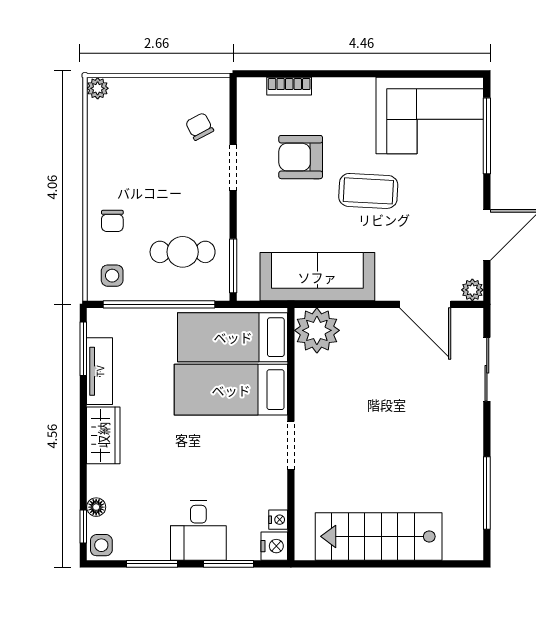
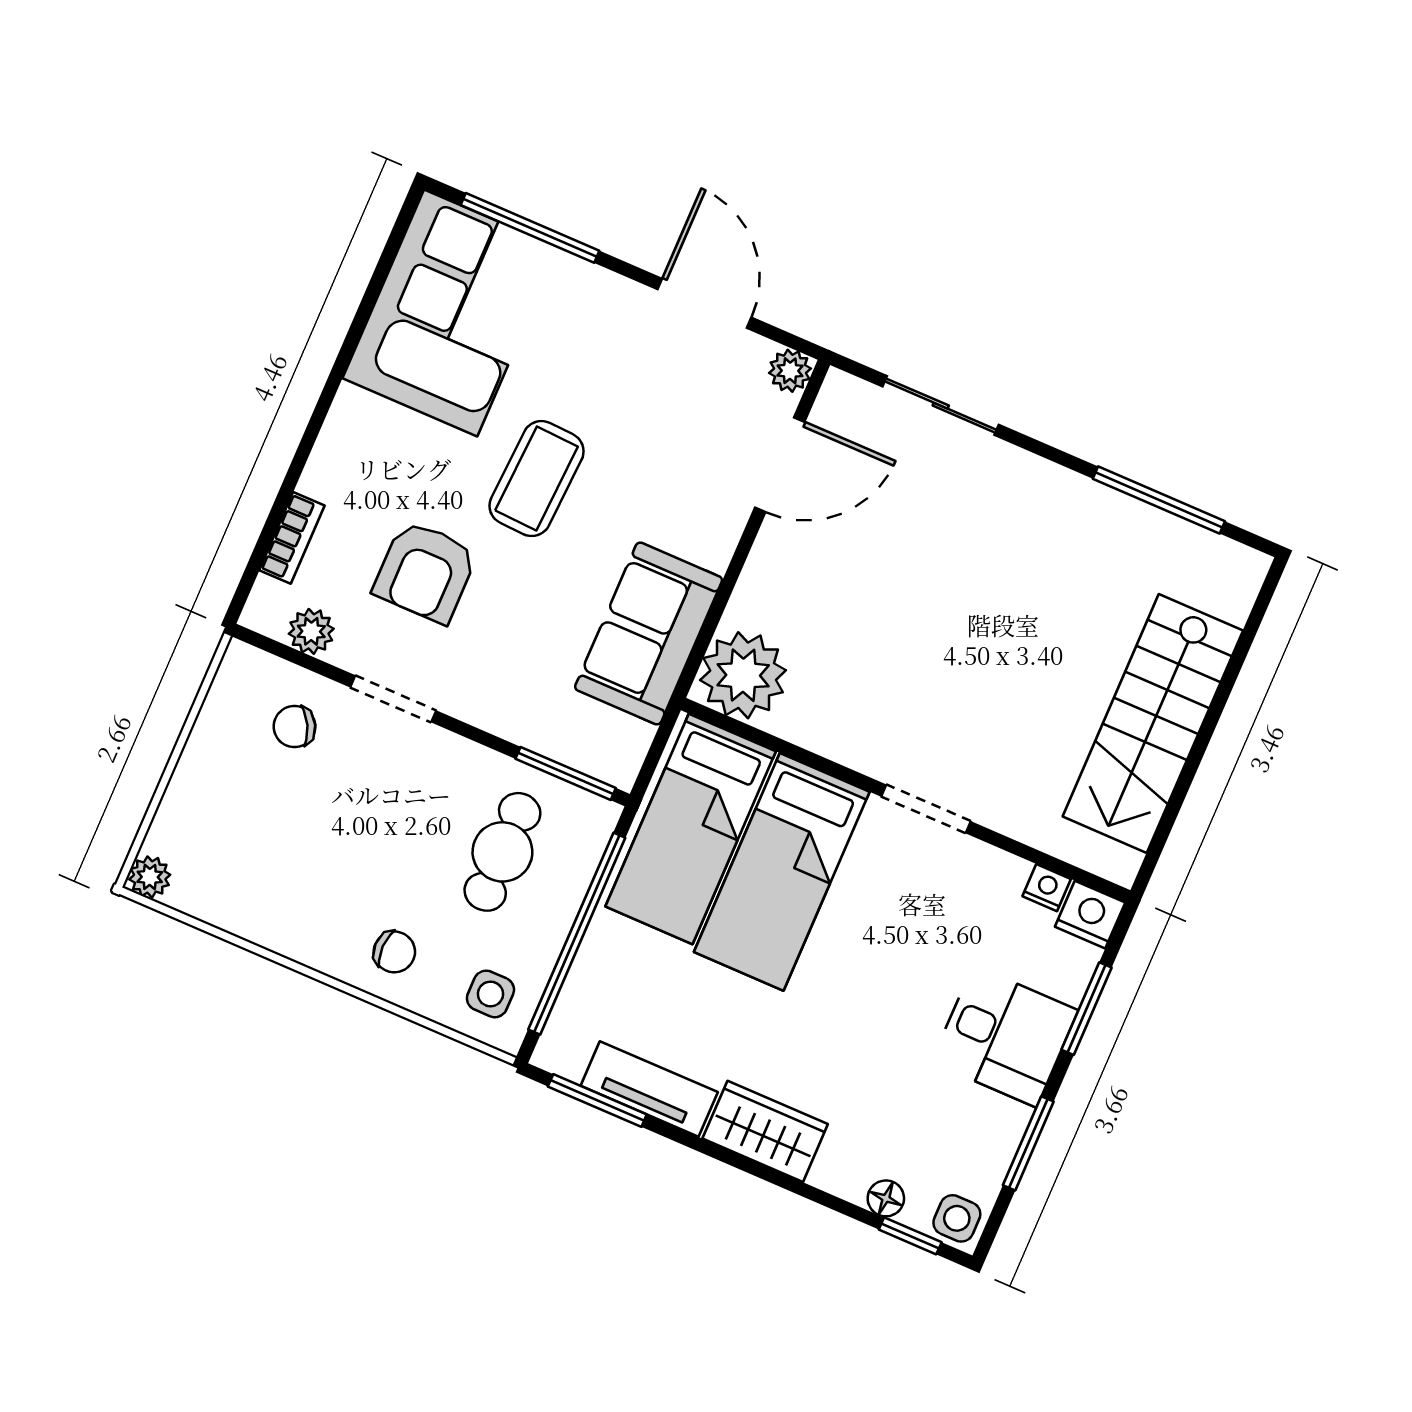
plant: (249, 115) -> (311, 631), added
sofa: (317, 277) -> (649, 633), width x0.73

